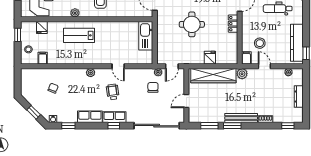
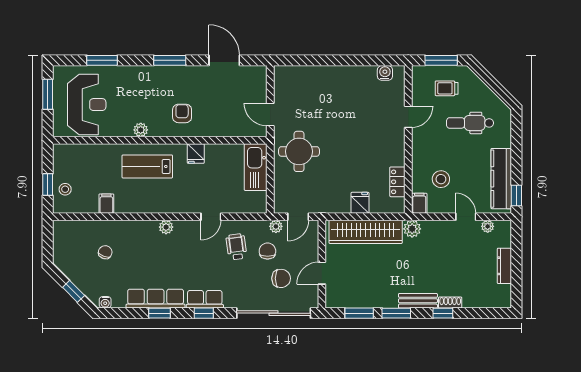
round table: (192, 24) -> (299, 151), moved
locker: (233, 24) -> (397, 182), moved
fridge: (42, 27) -> (196, 154), moved
window: (18, 35) -> (48, 184), moved
filing cabinet: (43, 58) -> (106, 204), moved
door: (118, 66) -> (211, 217), hinge flipped
door: (264, 66) -> (466, 217), moved
wheelchair: (113, 92) -> (236, 247), moved
chair: (161, 104) -> (281, 278), added
row of seats: (90, 117) -> (156, 299), width x1.48
bench: (241, 118) -> (418, 301), width x0.73
window: (68, 126) -> (160, 313), moved
window: (288, 126) -> (443, 313), moved

